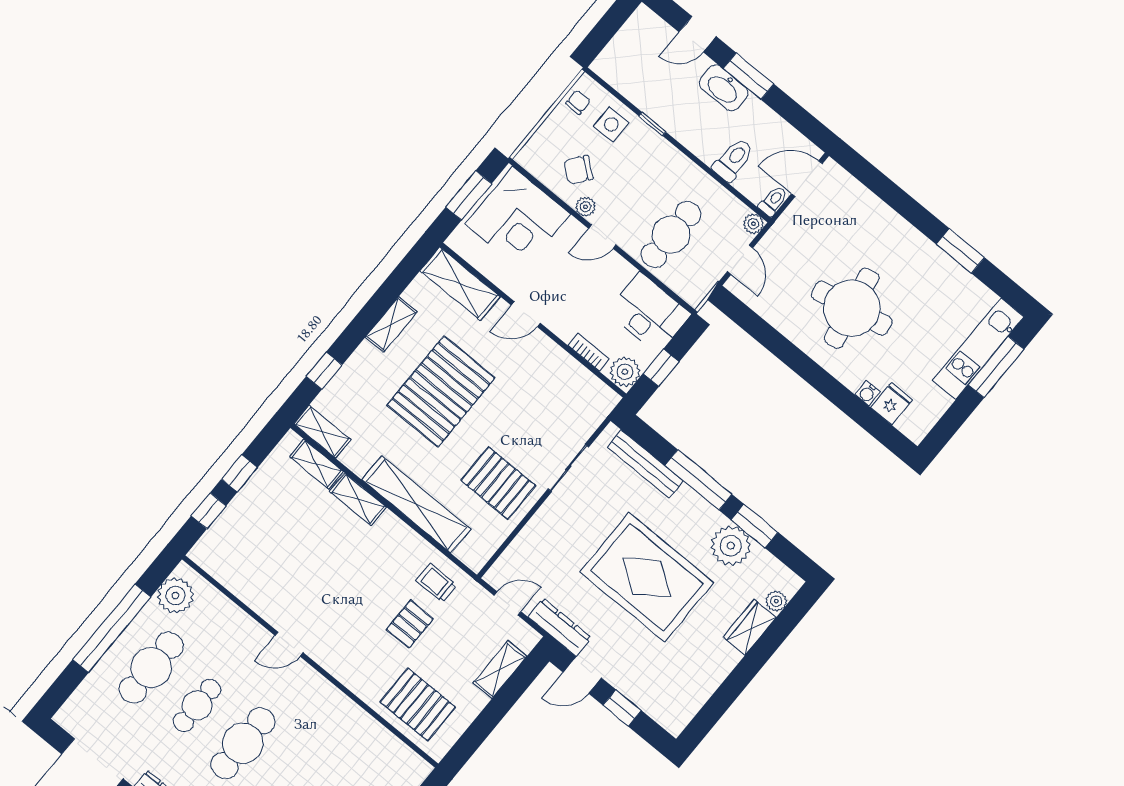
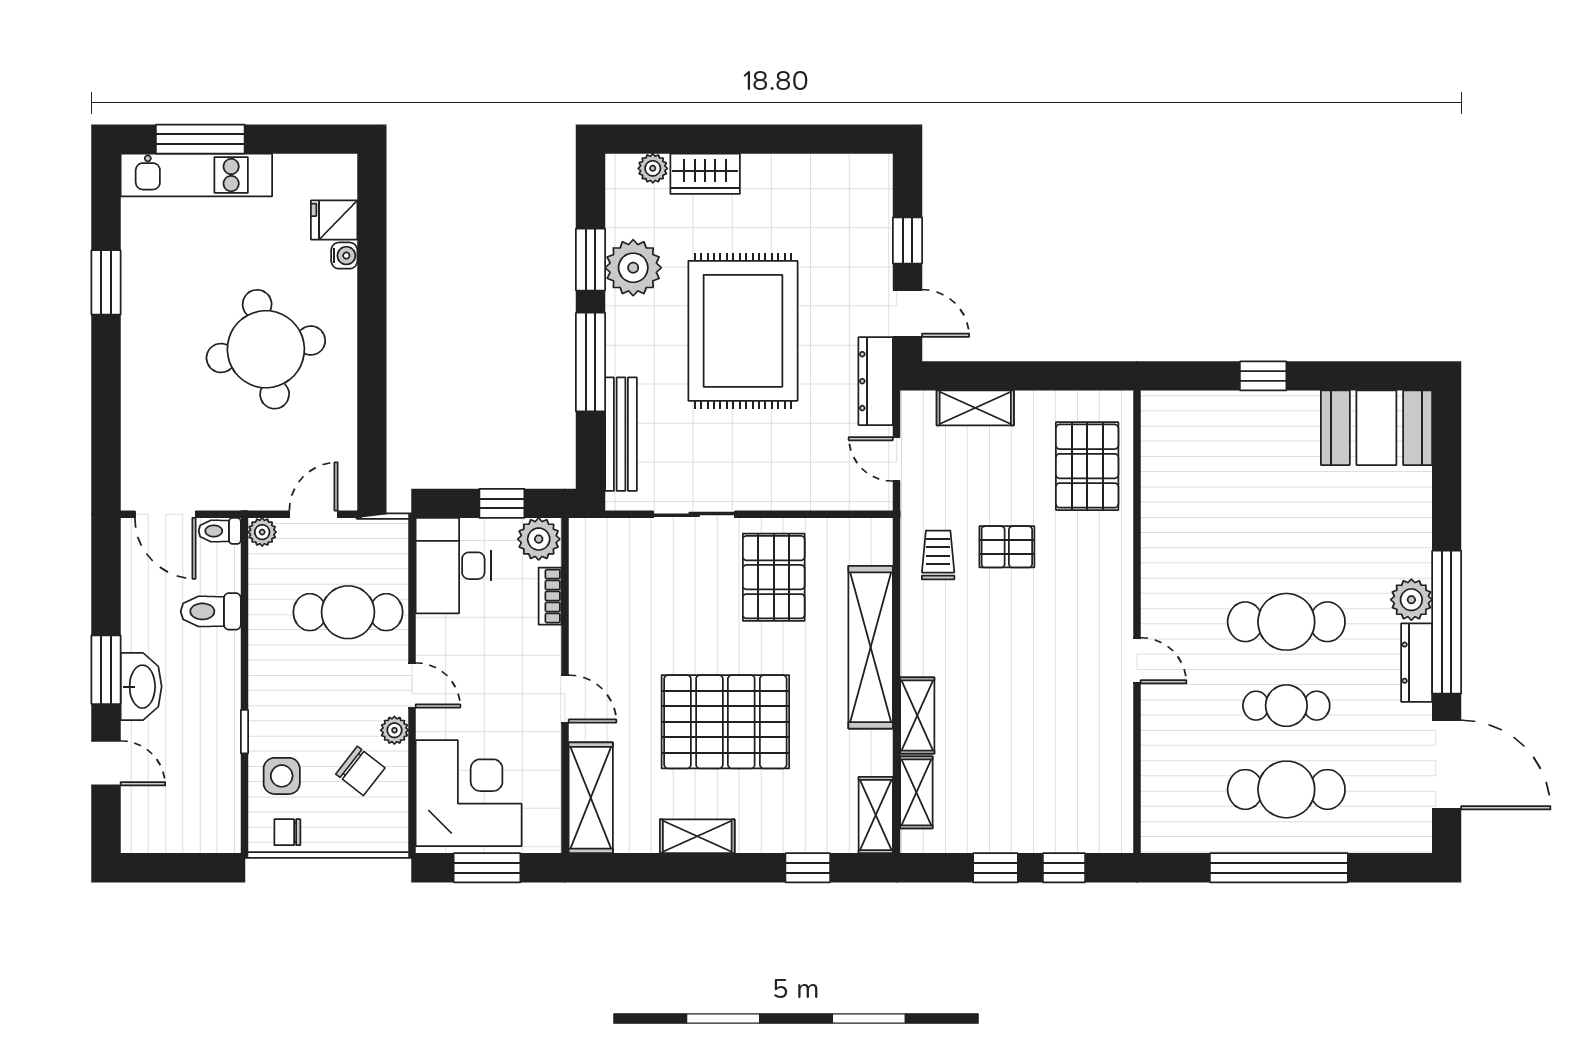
trolley: (436, 583) -> (938, 555), turned 180
plant: (175, 596) -> (1186, 828), removed

